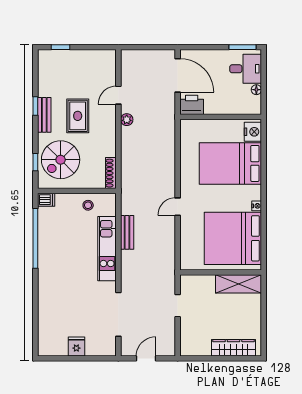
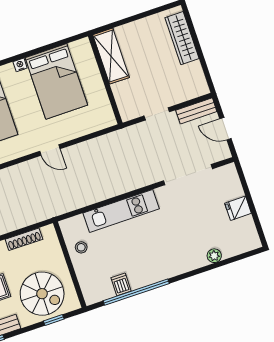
shoe rack: (111, 173) -> (24, 239), moved
dishwasher: (46, 200) -> (121, 284), moved
bench: (127, 232) -> (196, 111), moved
bed: (233, 238) -> (56, 81), width x0.73
plant: (44, 313) -> (214, 256), added

